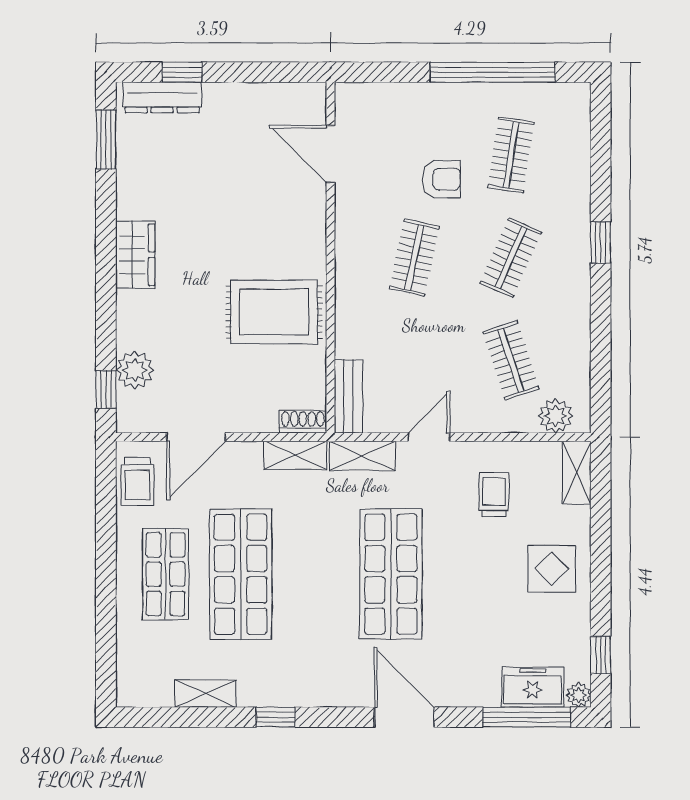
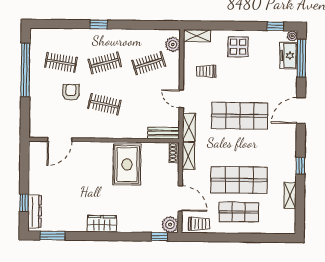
clothes rail: (511, 258) -> (105, 63), turned -39
plant: (135, 370) -> (170, 225), moved

